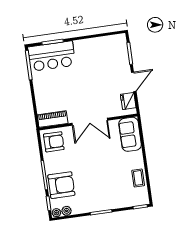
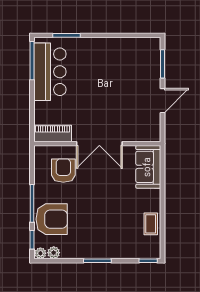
bar counter: (52, 56) -> (50, 72), moved, turned -90
fridge: (128, 101) -> (152, 124), removed
armchair: (54, 142) -> (63, 171), moved, turned -90

